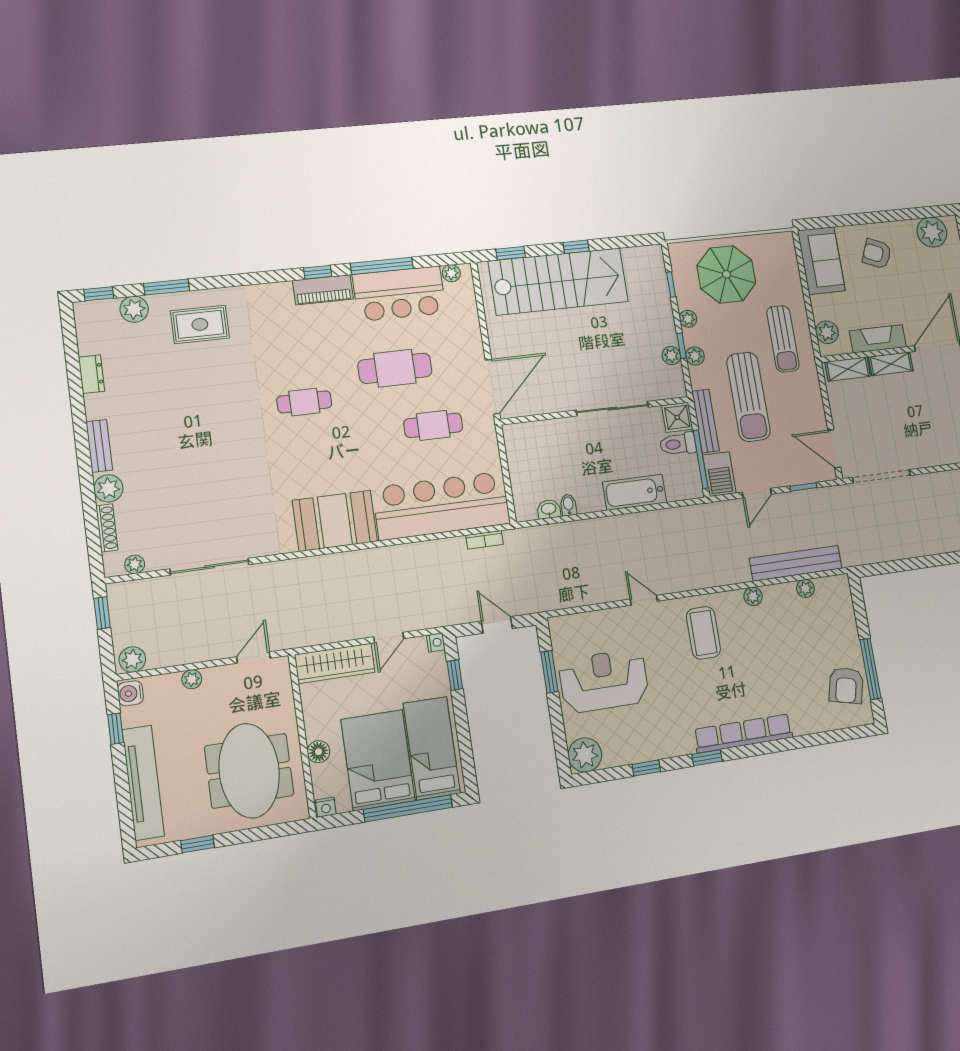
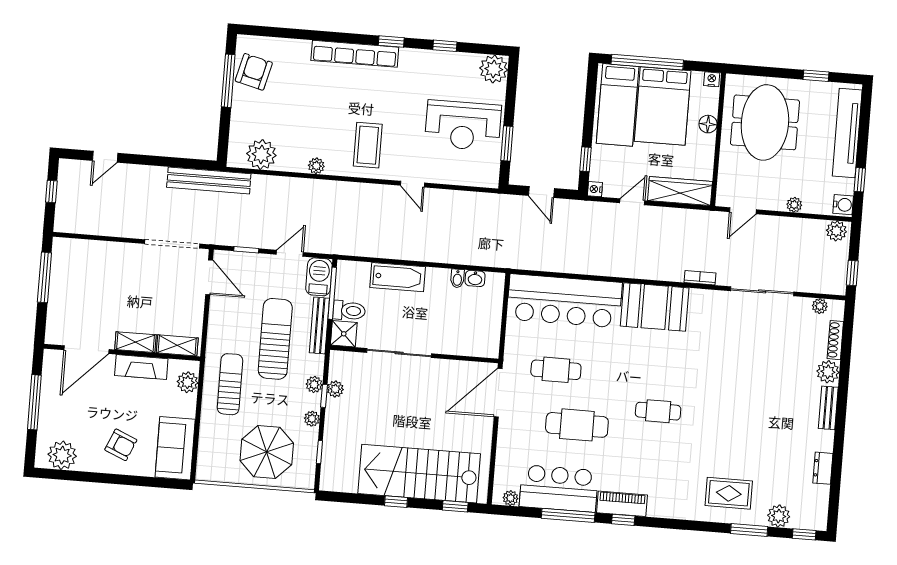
bookcase: (485, 540) -> (700, 278), moved
bench: (796, 563) -> (209, 180), moved
plant: (805, 588) -> (261, 154), width x1.88, depth x1.88

